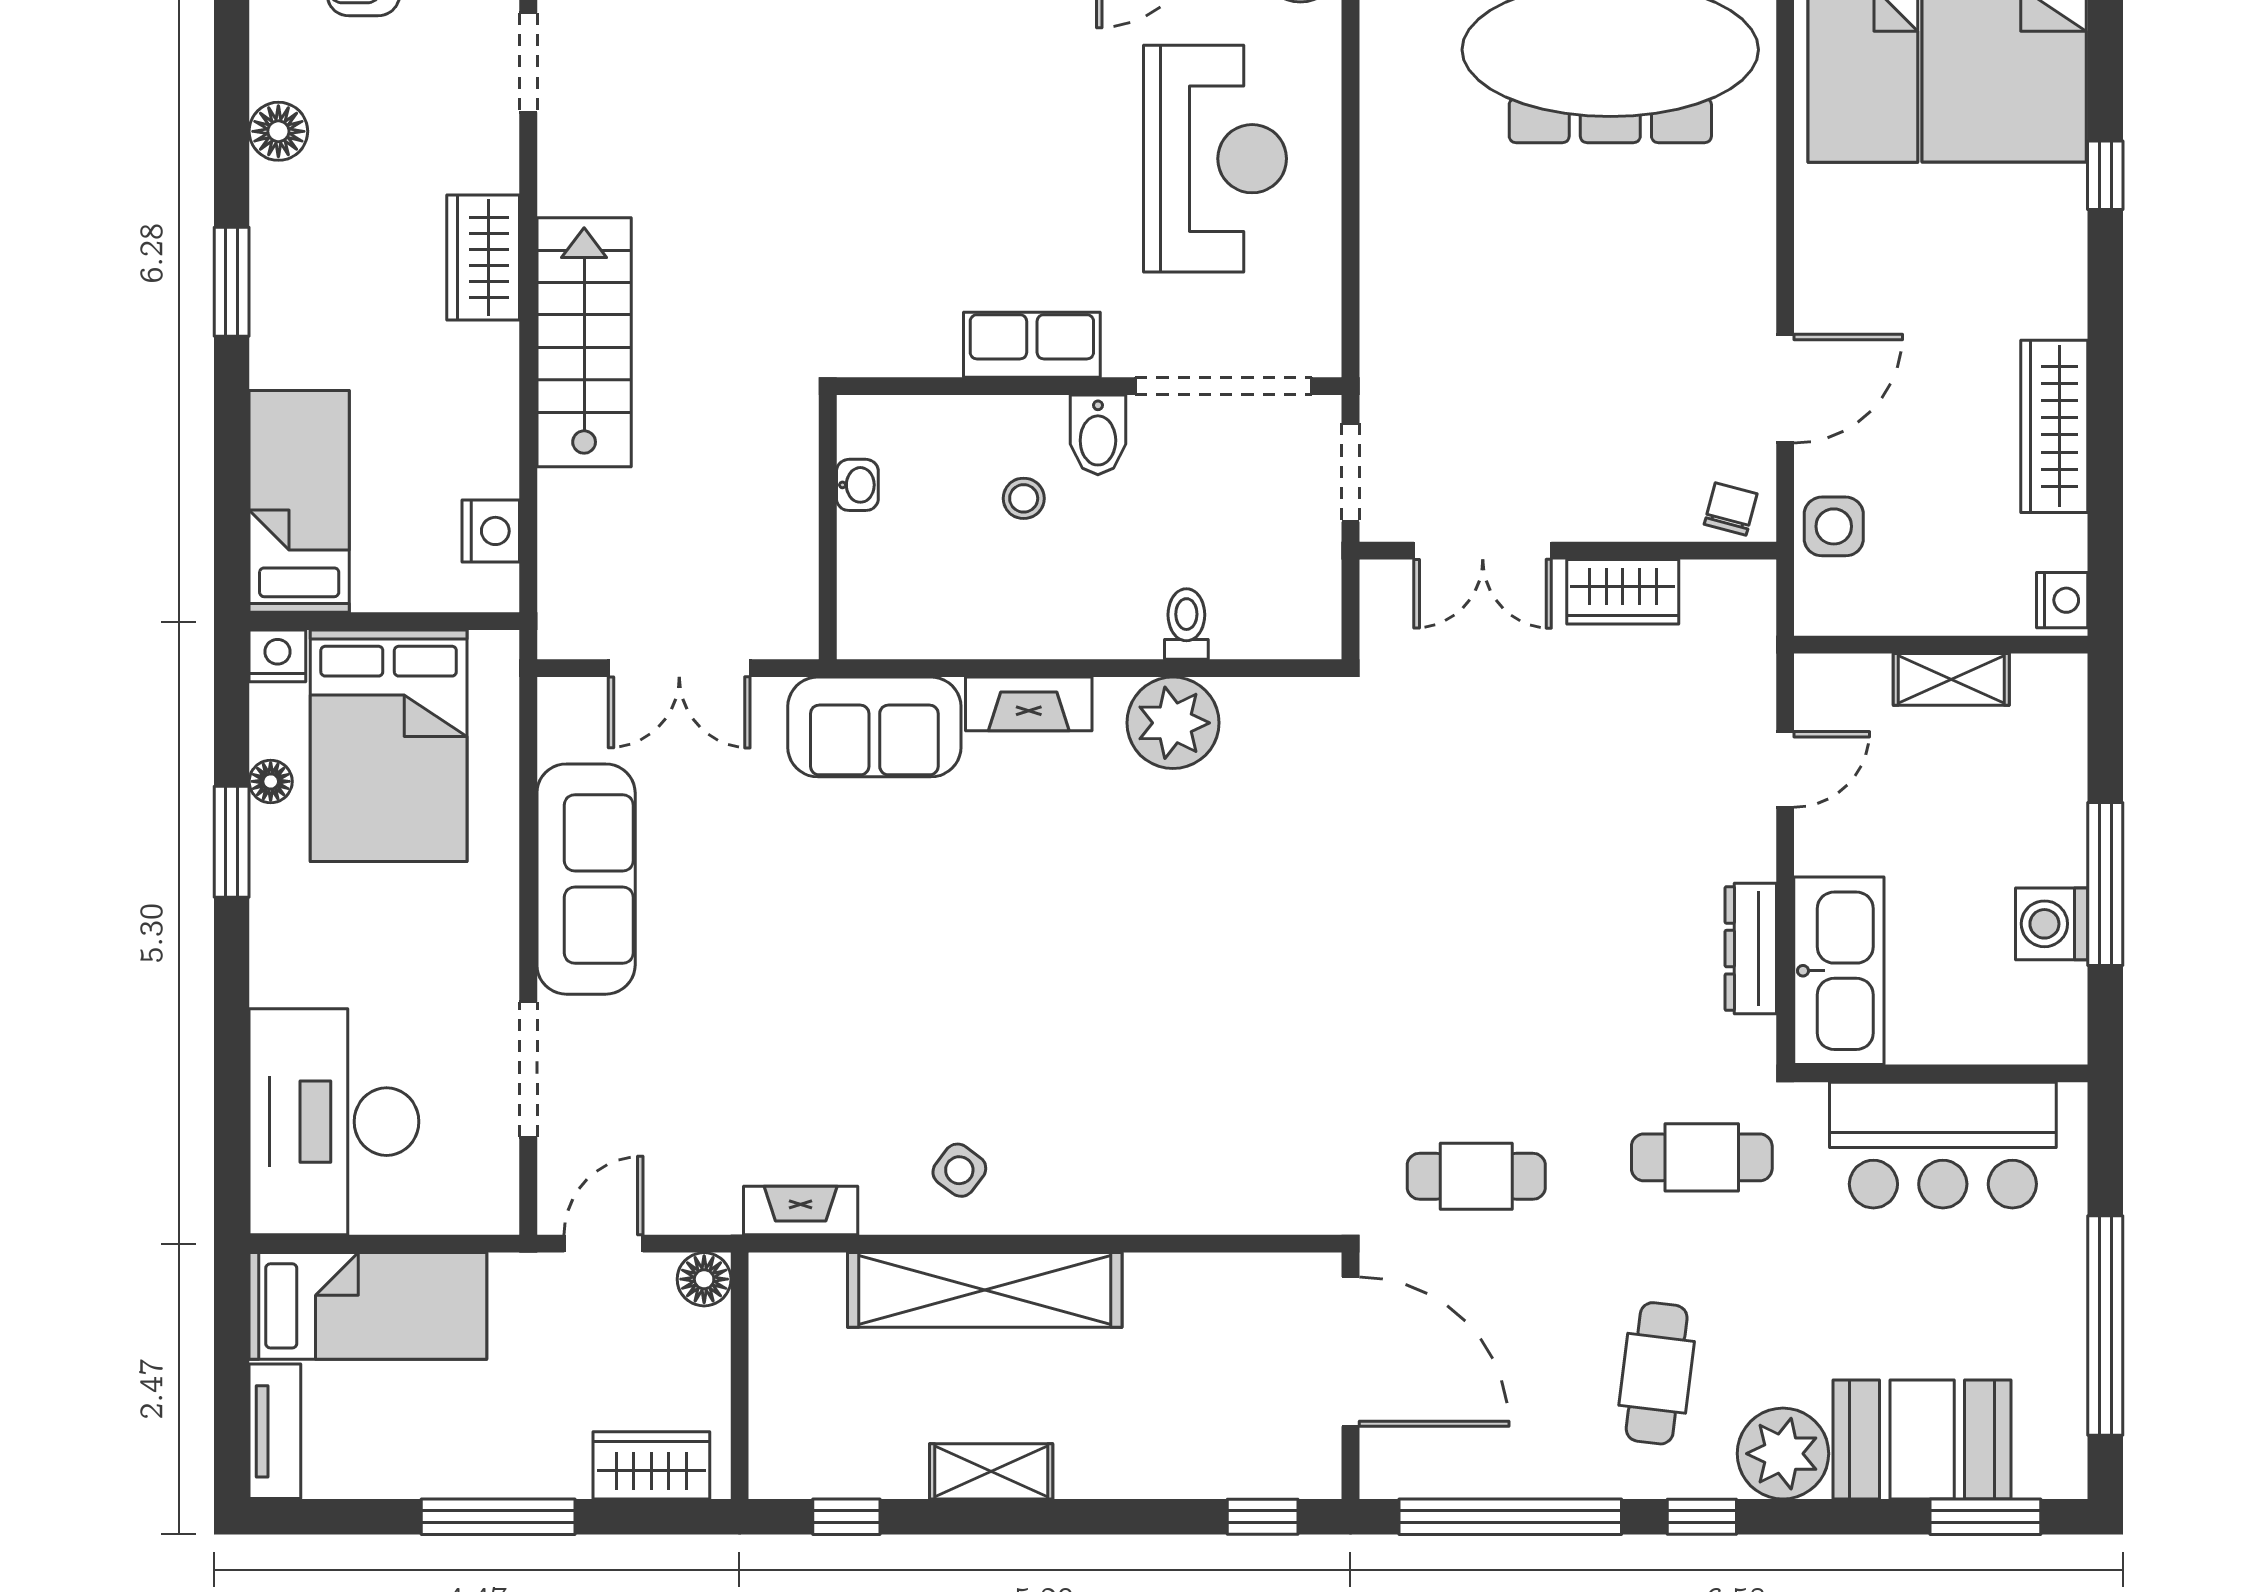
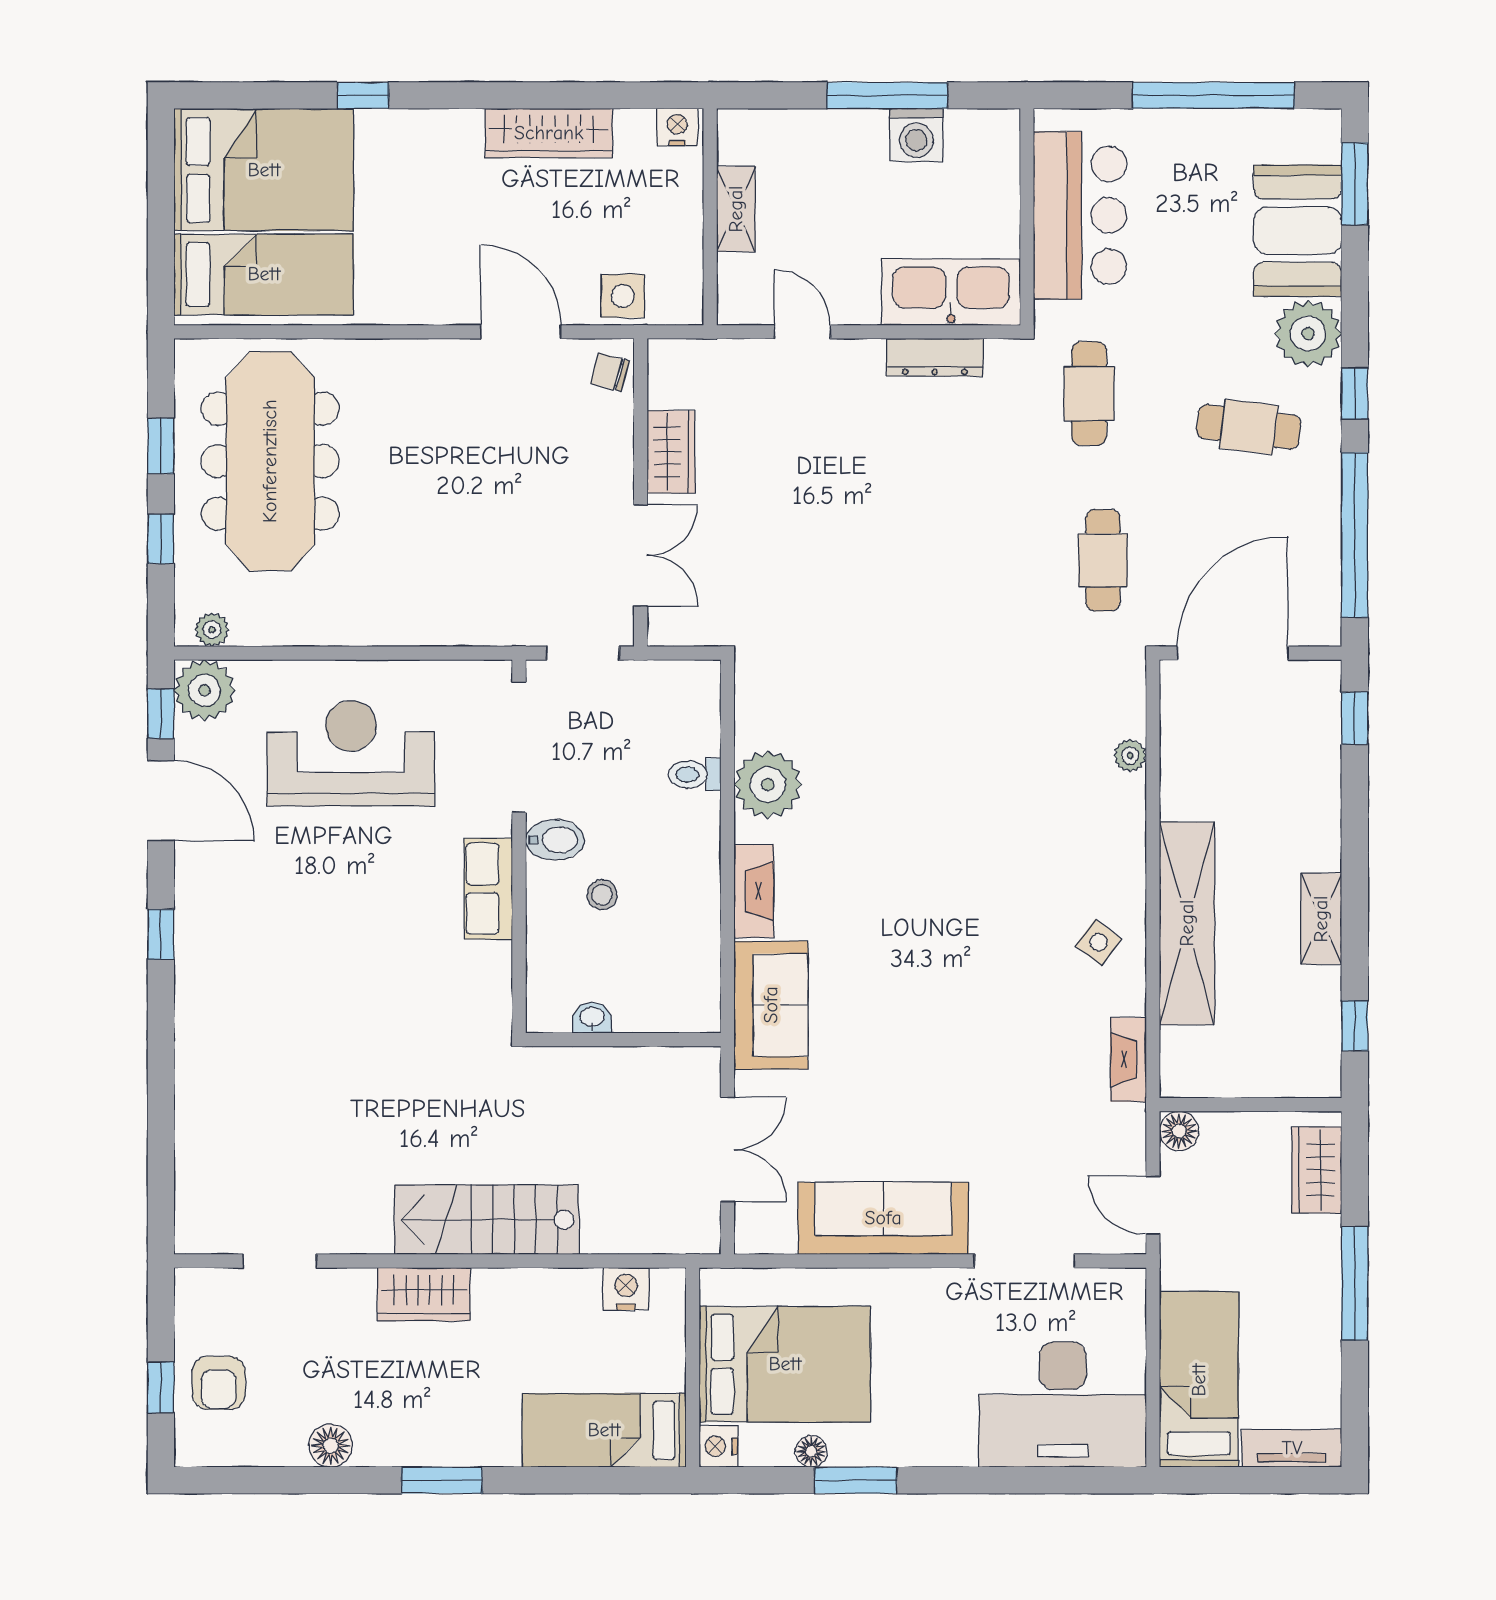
plant: (1212, 1213) -> (1130, 755), added

